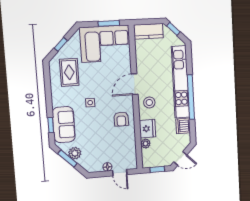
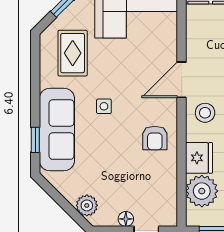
sofa: (64, 125) -> (57, 130), width x1.36
plant: (146, 144) -> (202, 191), width x1.88, depth x1.88
plant: (75, 153) -> (87, 205), moved
window: (68, 159) -> (59, 199), removed

